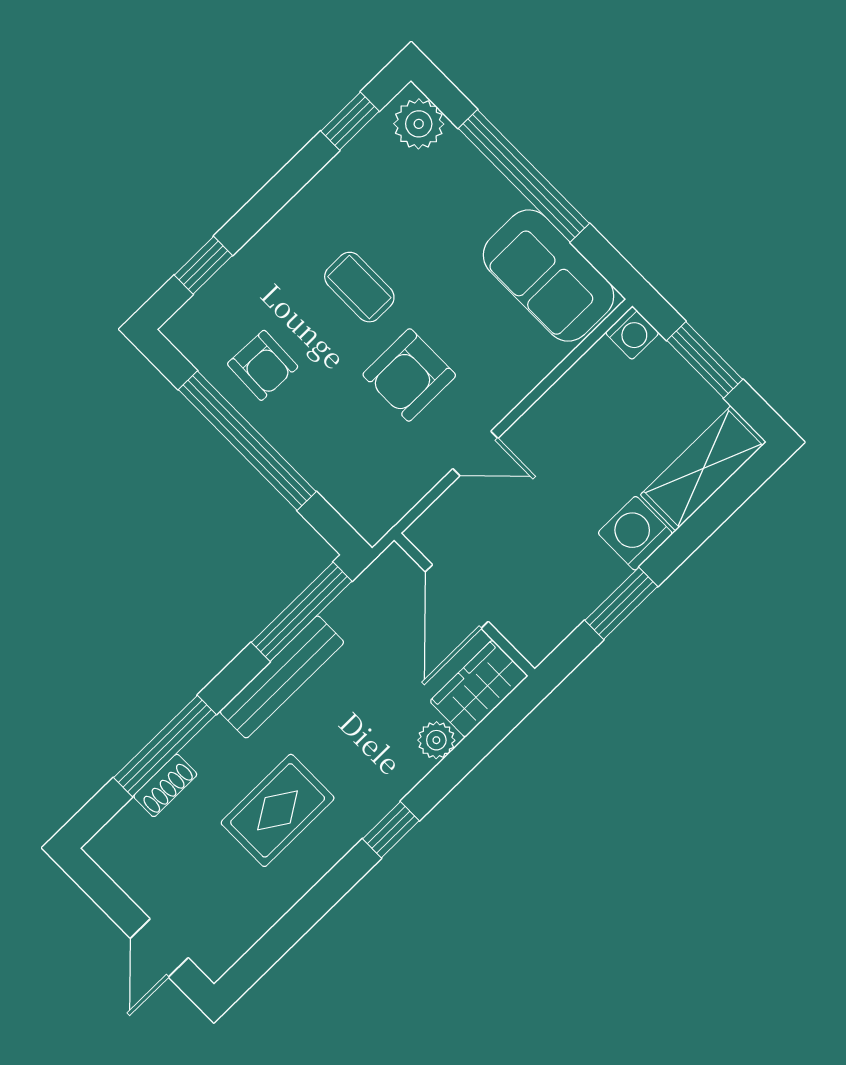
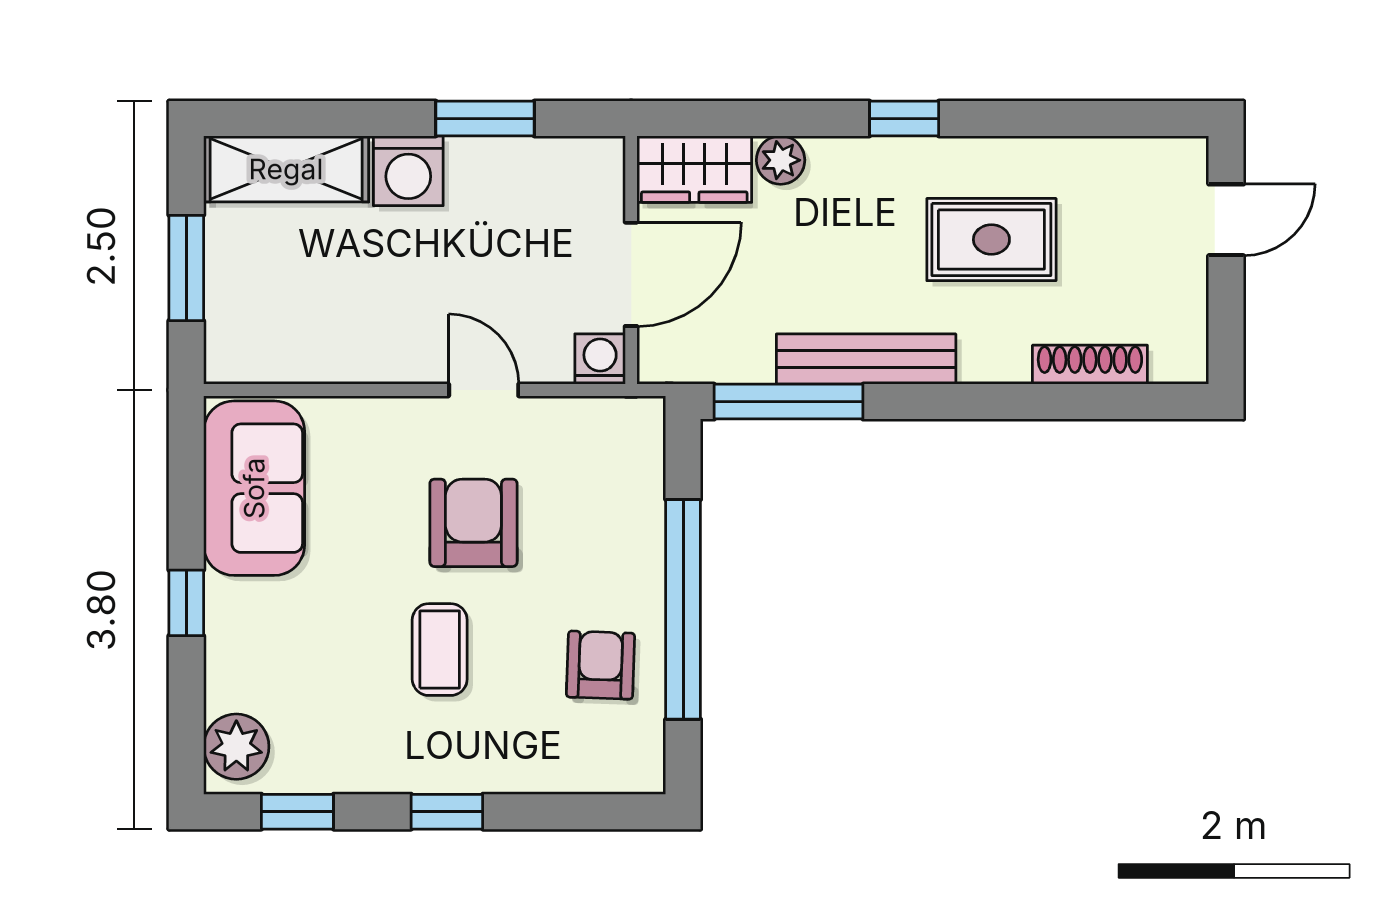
window: (524, 176) -> (186, 603), width x0.32
window: (203, 265) -> (447, 812), moved
washing machine: (632, 333) -> (600, 359), moved
armchair: (409, 375) -> (473, 523), turned -90
window: (165, 746) -> (1037, 402), removed
shoe rack: (165, 785) -> (1090, 365), width x1.43

